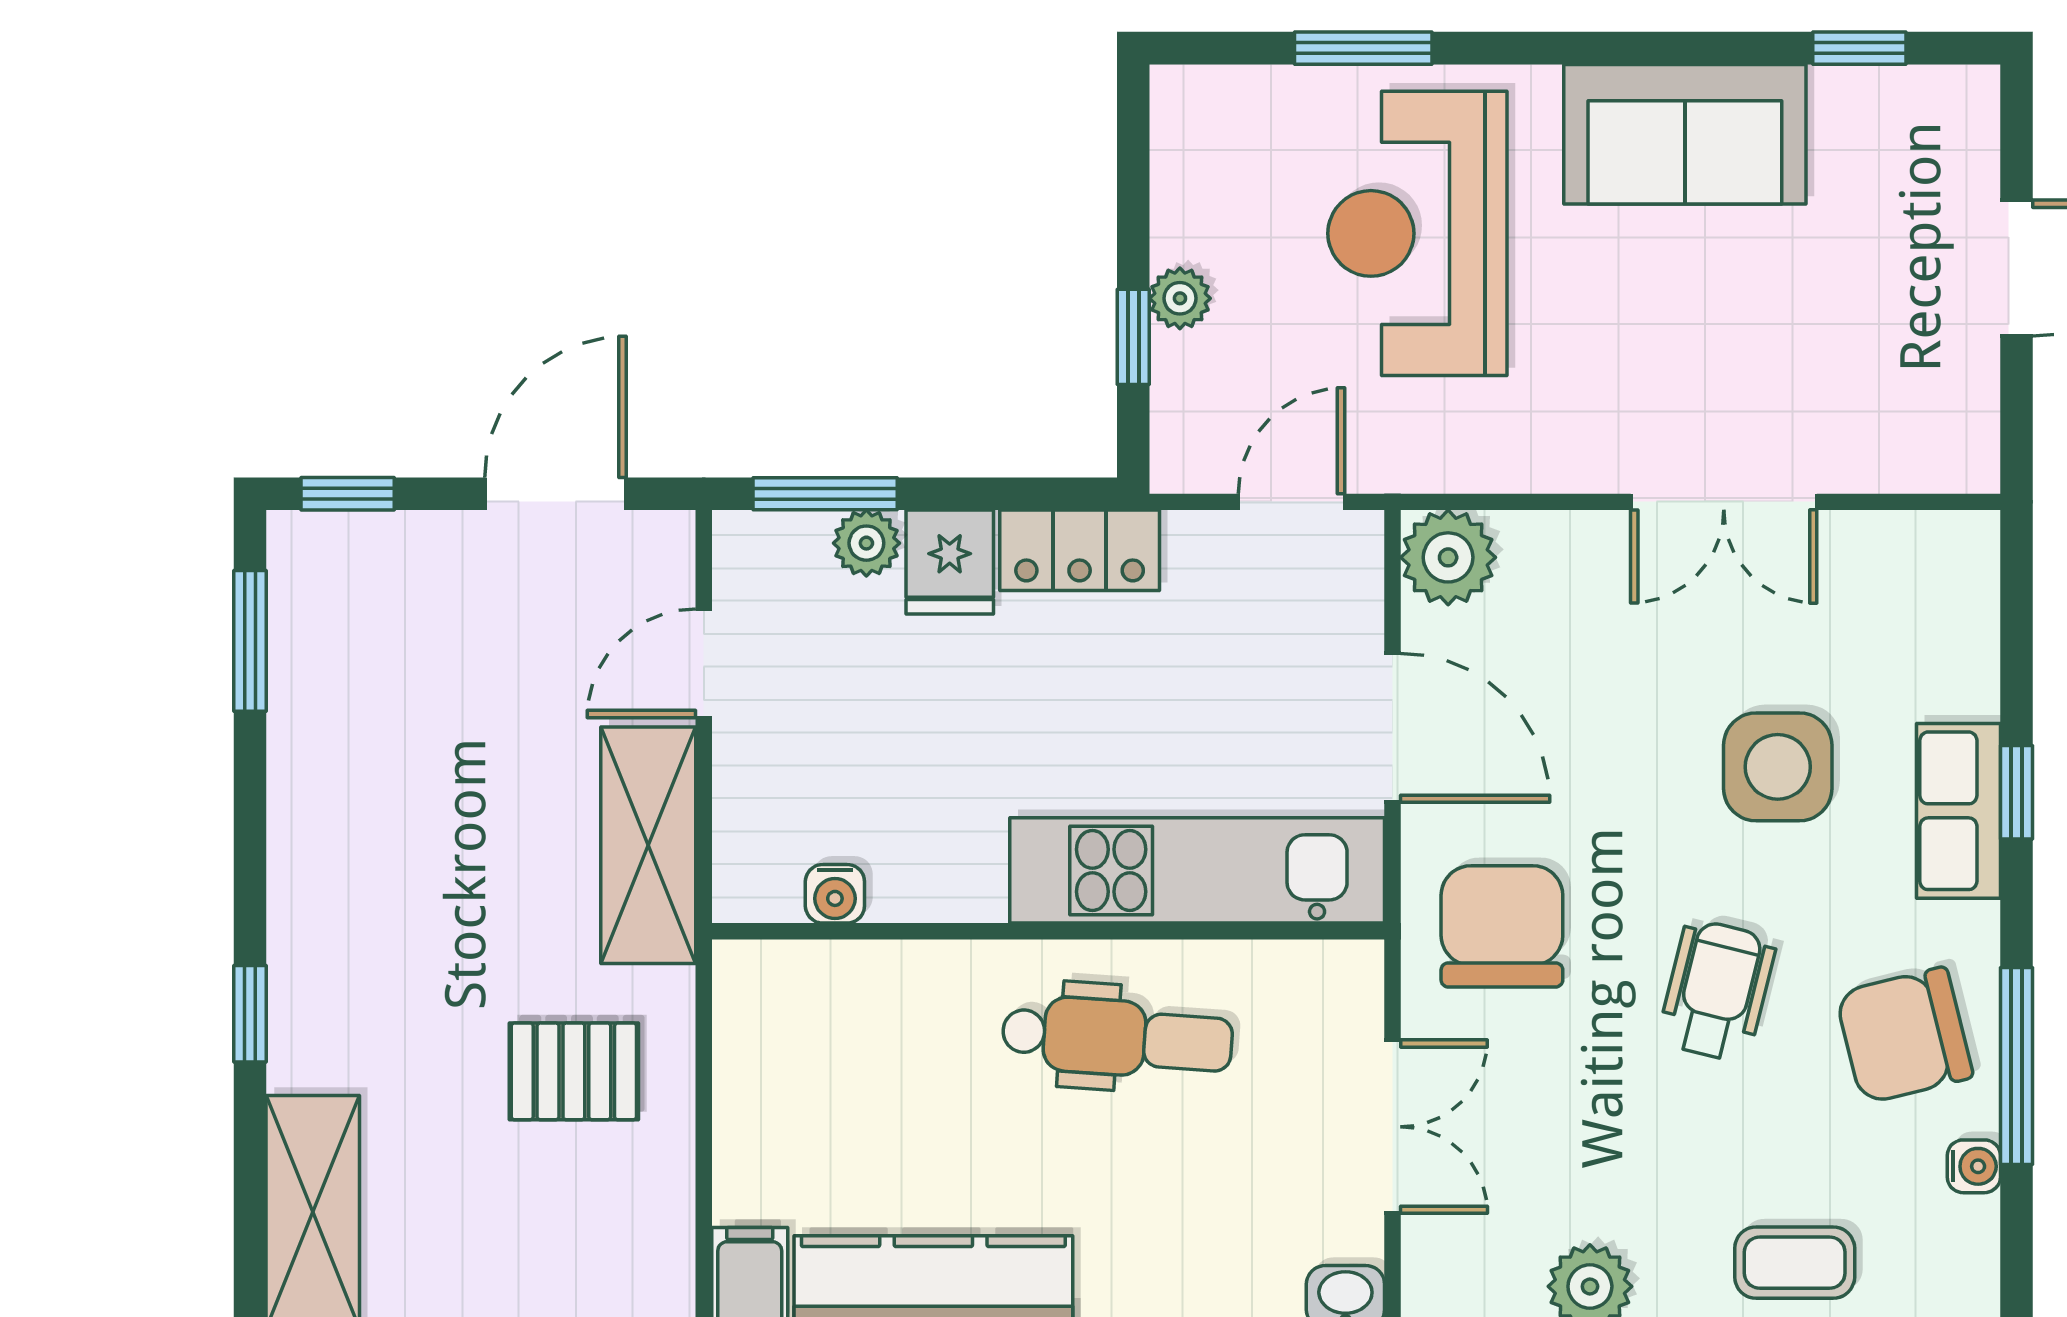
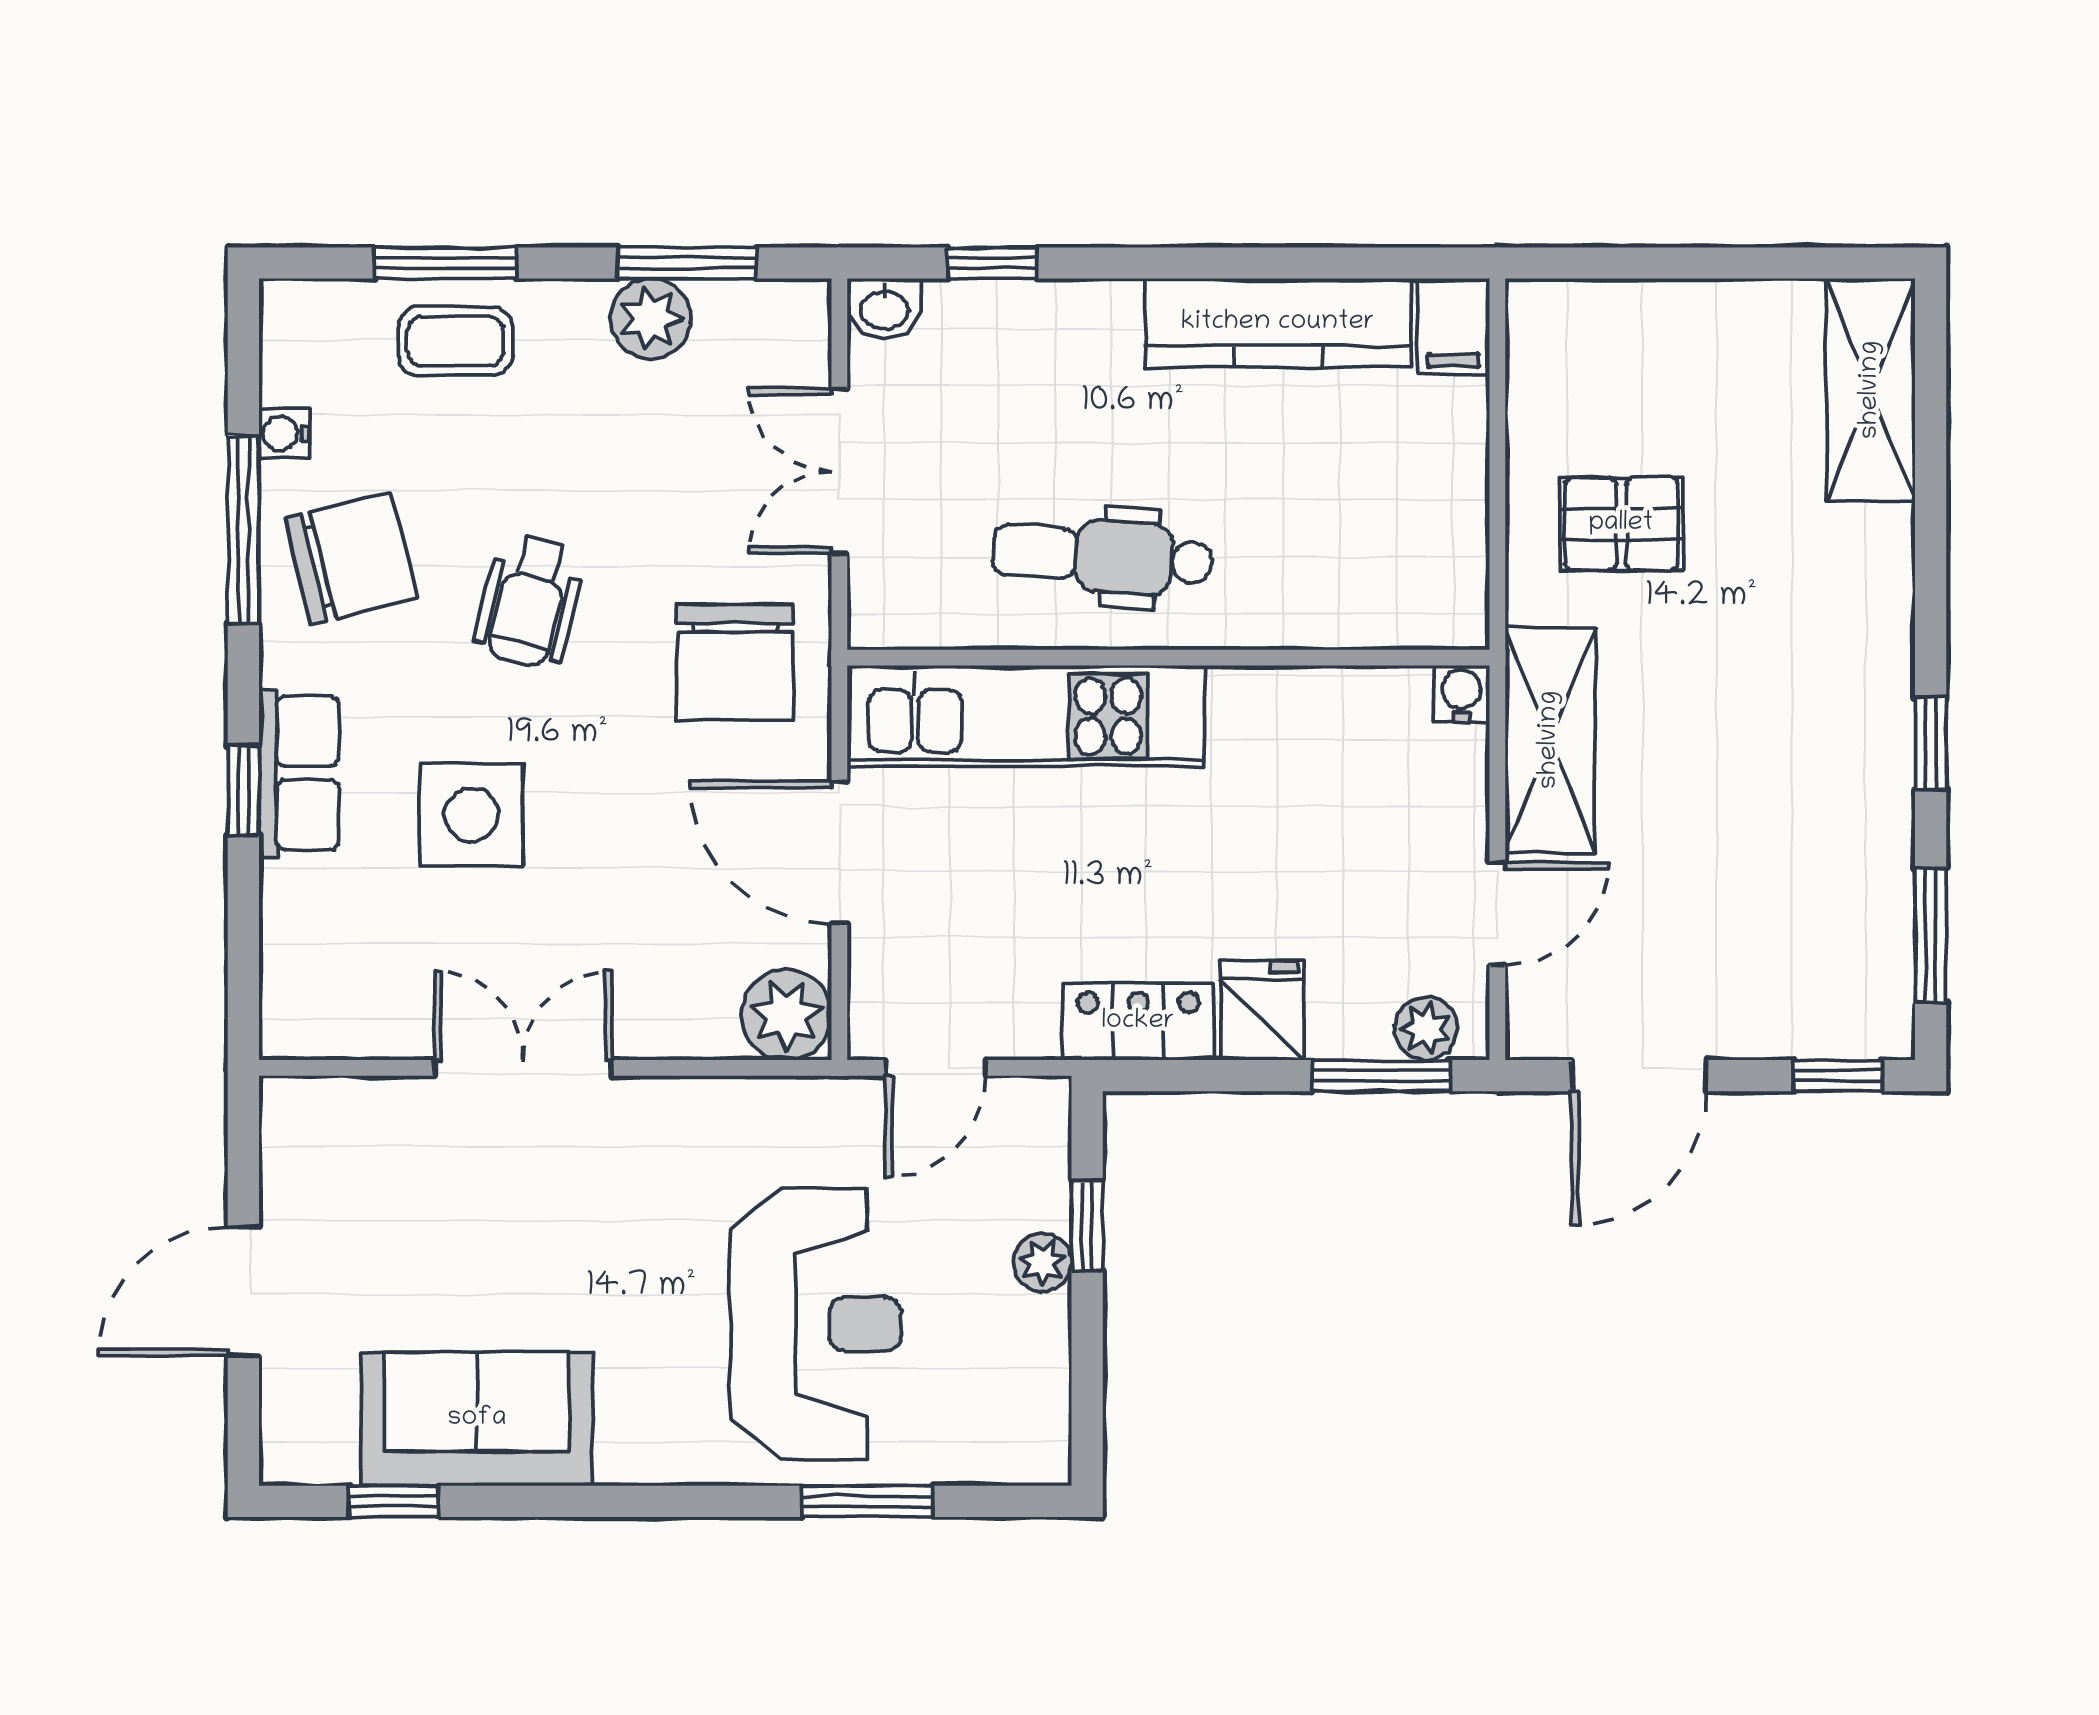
sofa: (1685, 134) -> (477, 1419), moved
plant: (866, 543) -> (1426, 1029), moved
water cooler: (835, 894) -> (1461, 694), moved
window: (250, 1014) -> (1931, 743), moved

